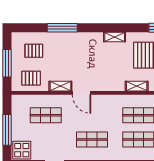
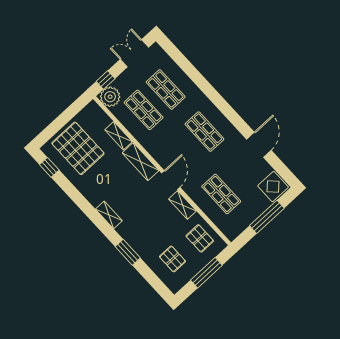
window: (62, 28) -> (128, 252), width x0.69
shelving: (115, 37) -> (109, 215), moved
shelving: (109, 85) -> (141, 162), added

